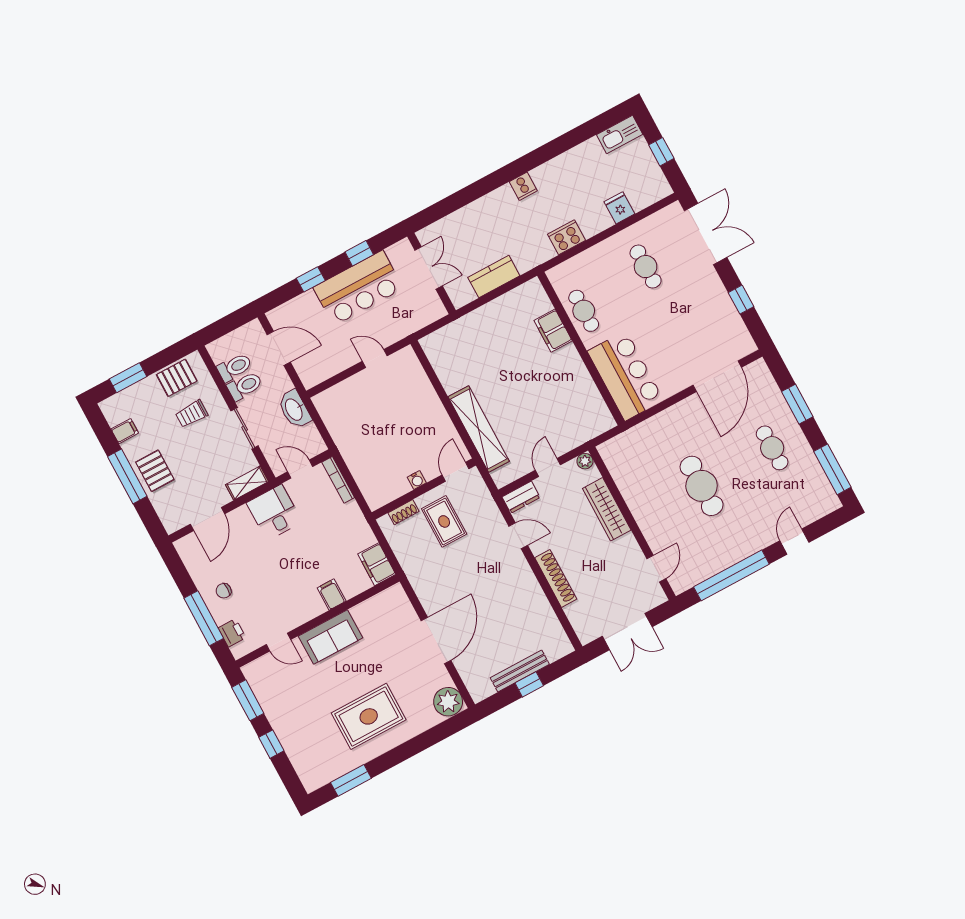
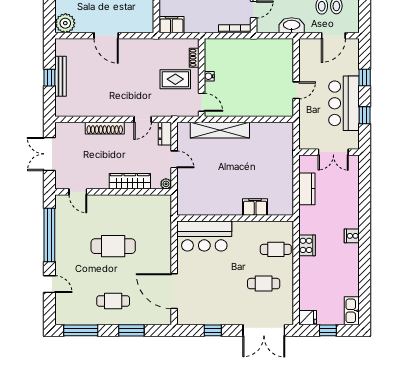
fridge: (619, 208) -> (308, 318), moved
cafe table: (584, 311) -> (276, 249), moved
door: (436, 640) -> (106, 36), width x0.73

